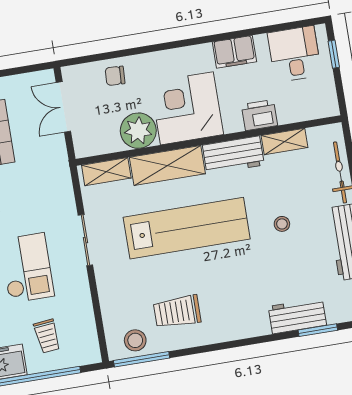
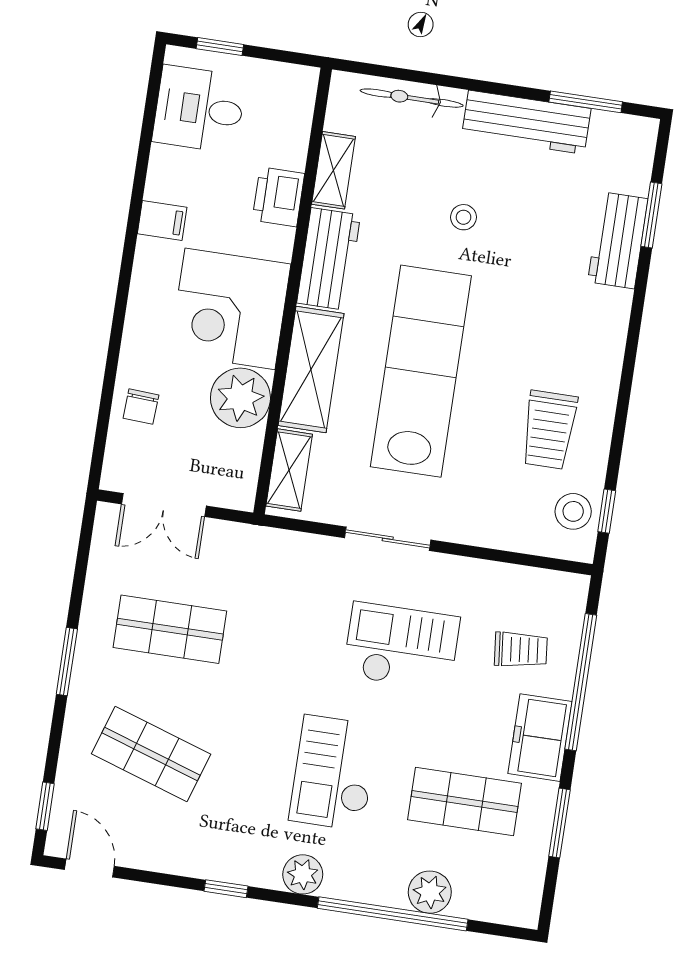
filing cabinet: (234, 52) -> (162, 221), width x0.50
window: (142, 359) -> (607, 511), width x0.46

